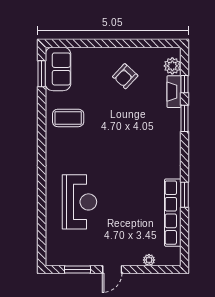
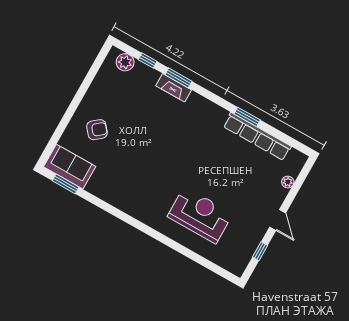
armchair: (125, 76) -> (97, 130), moved, turned -83
fireplace: (174, 92) -> (174, 88), moved
coffee table: (68, 118) -> (119, 182), removed
window: (77, 270) -> (260, 251), width x0.67

